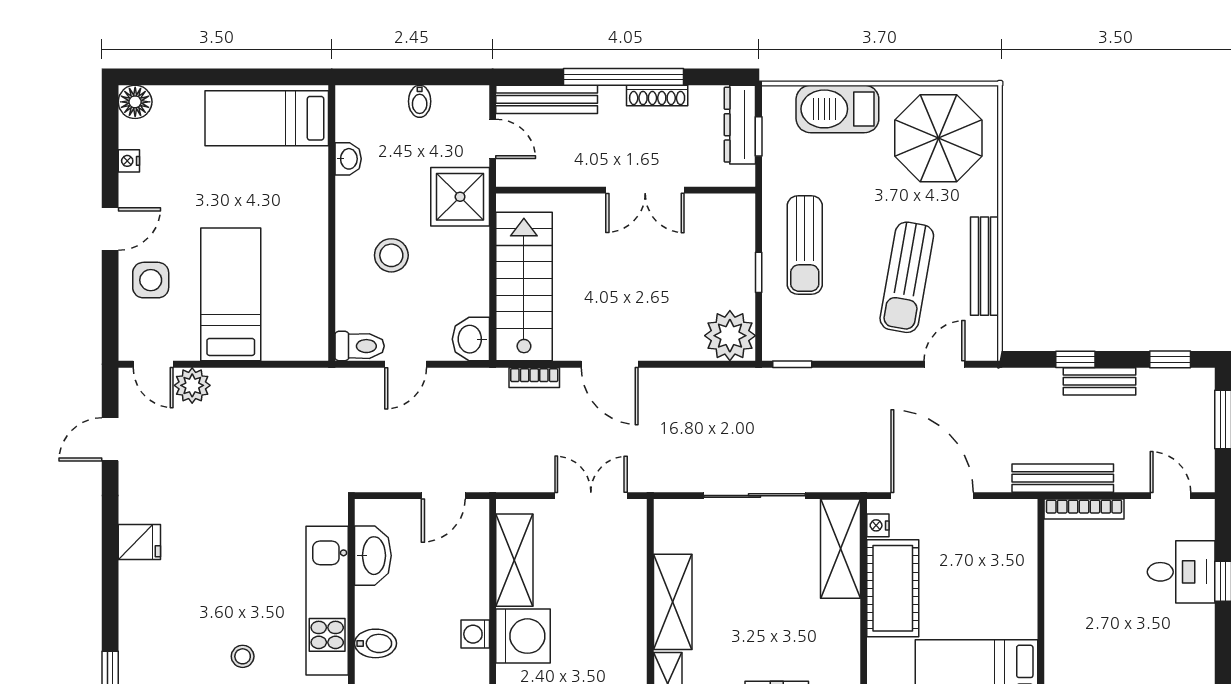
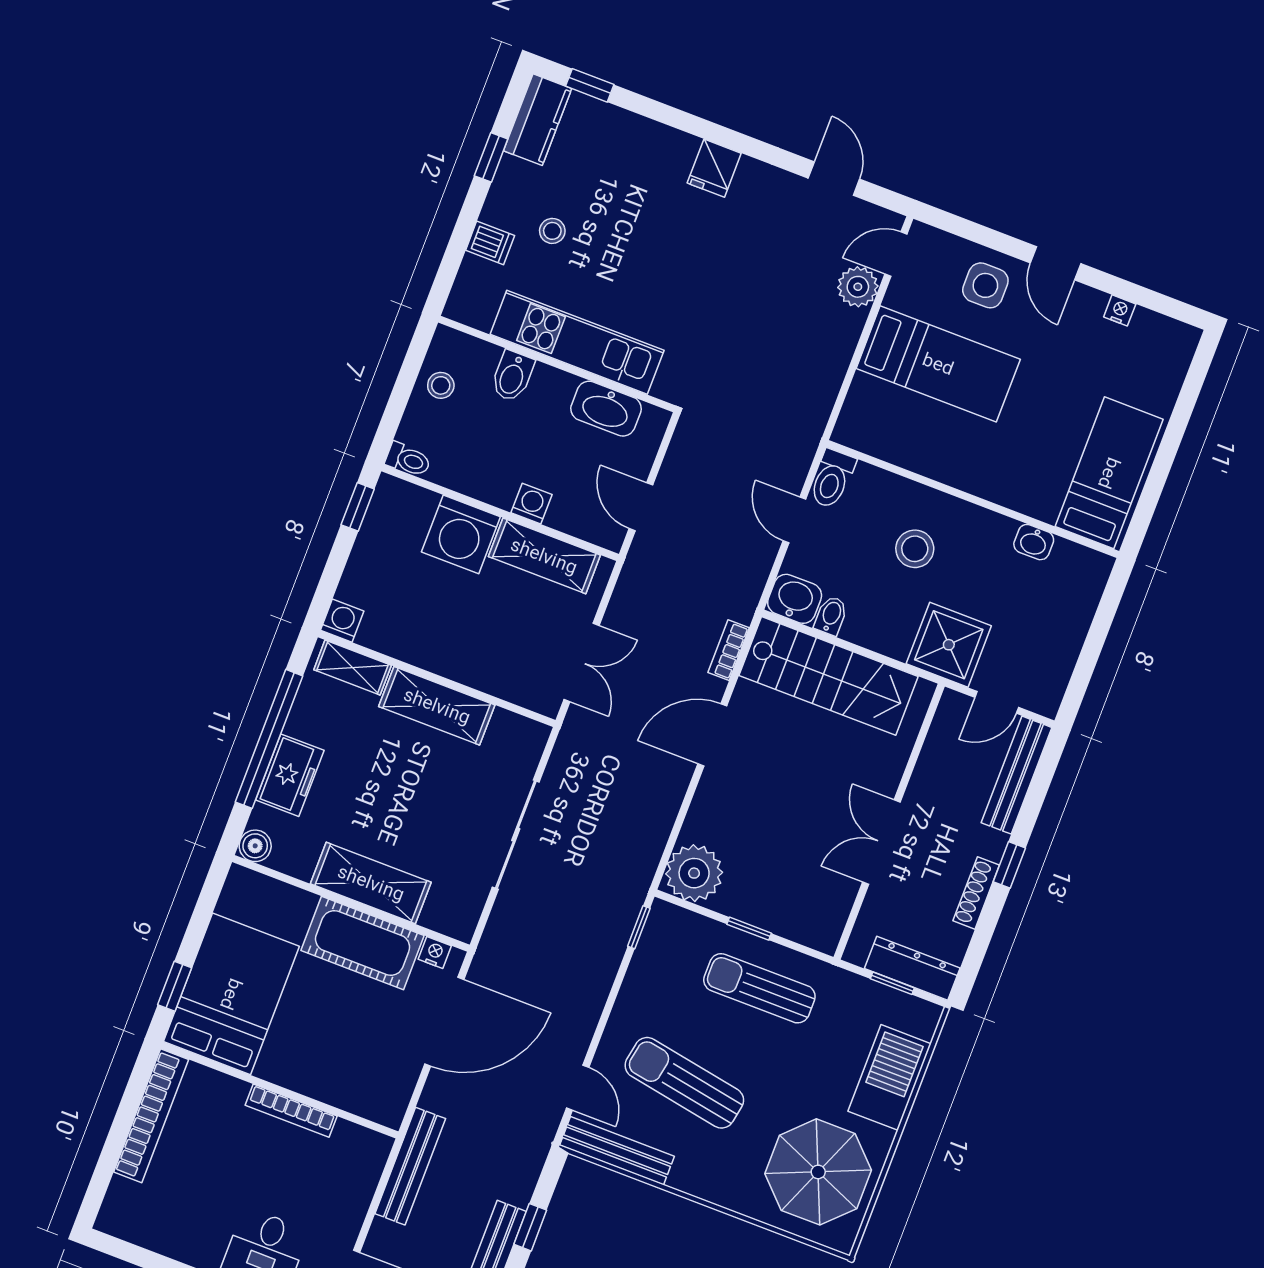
window: (623, 77) -> (1009, 865), width x0.32
bidet: (420, 101) -> (831, 616), moved, turned 90
floor lamp: (135, 102) -> (1179, 341), removed
bench: (984, 266) -> (617, 1151), moved
bookcase: (1084, 509) -> (291, 1111), moved, turned -90
shelving: (840, 549) -> (371, 883), moved
washing machine: (475, 634) -> (532, 504), moved

